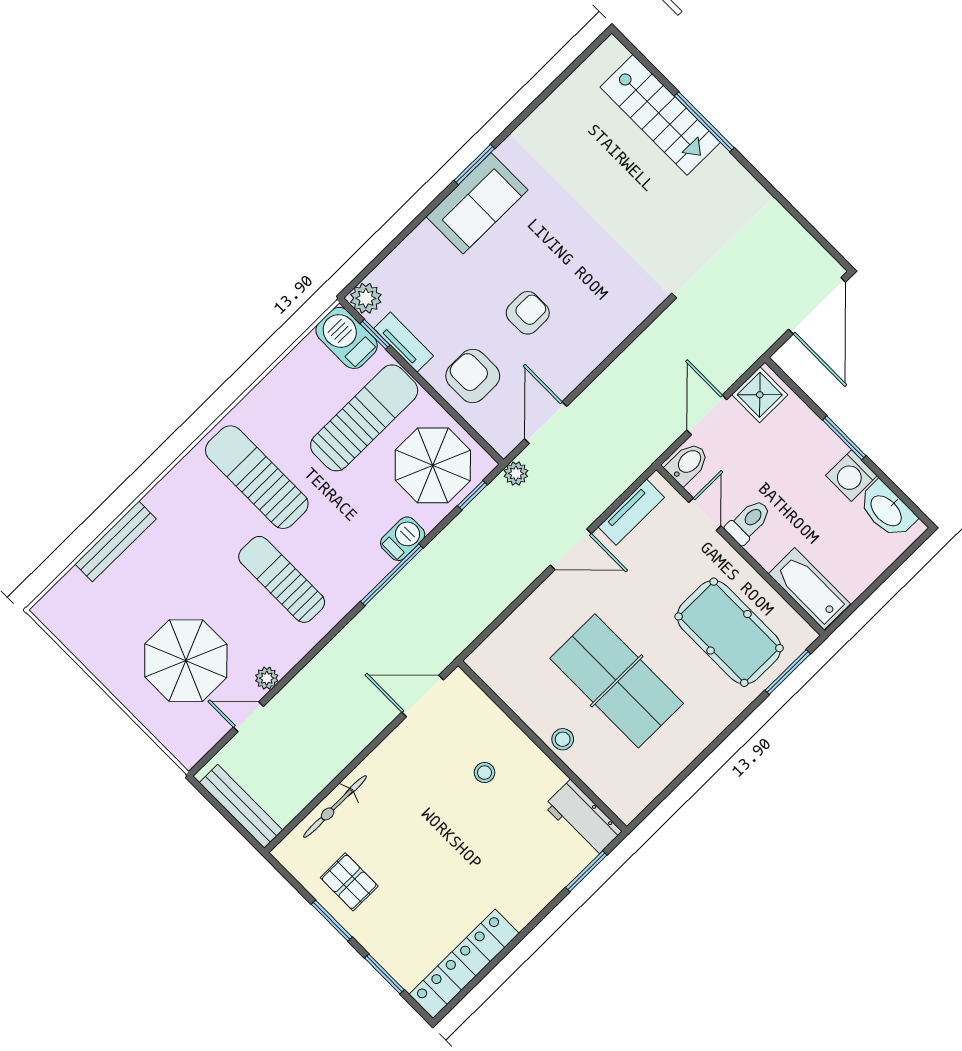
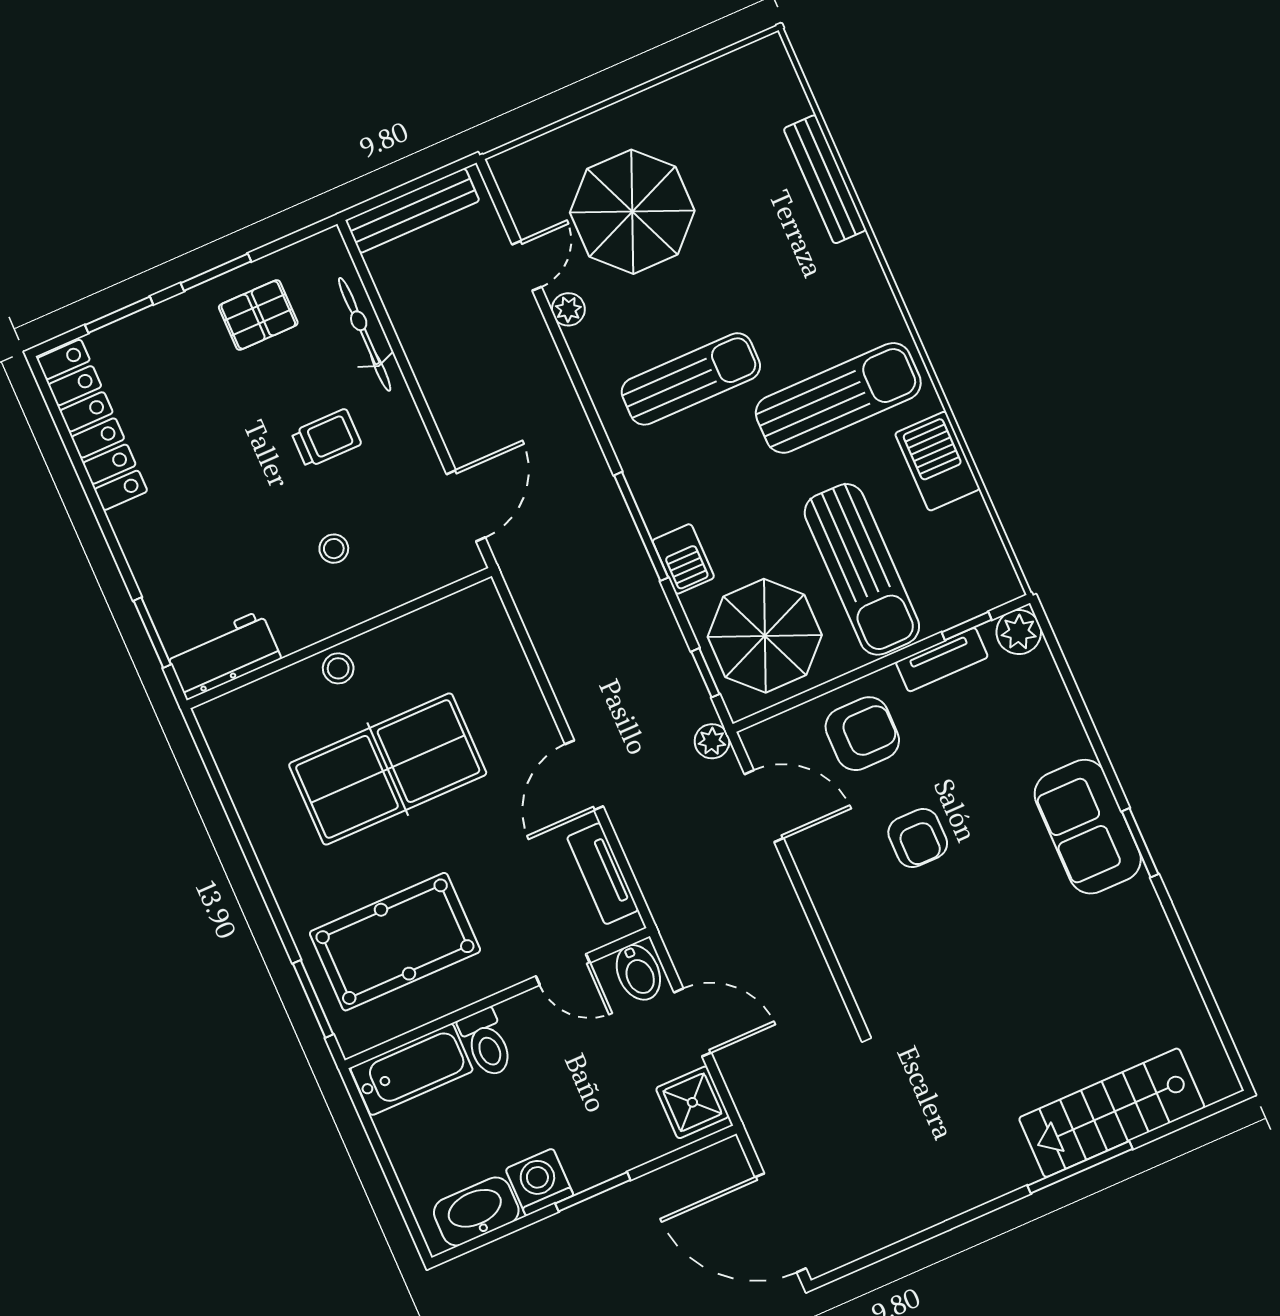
barbecue: (347, 338) -> (937, 461), moved, turned -90
toilet: (748, 522) -> (486, 1043), moved
trolley: (413, 806) -> (326, 438), added

